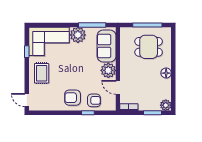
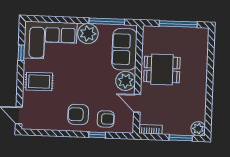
dining table: (149, 47) -> (162, 70), moved
rug: (42, 73) -> (39, 81), turned 90
floor lamp: (166, 73) -> (200, 87), removed

